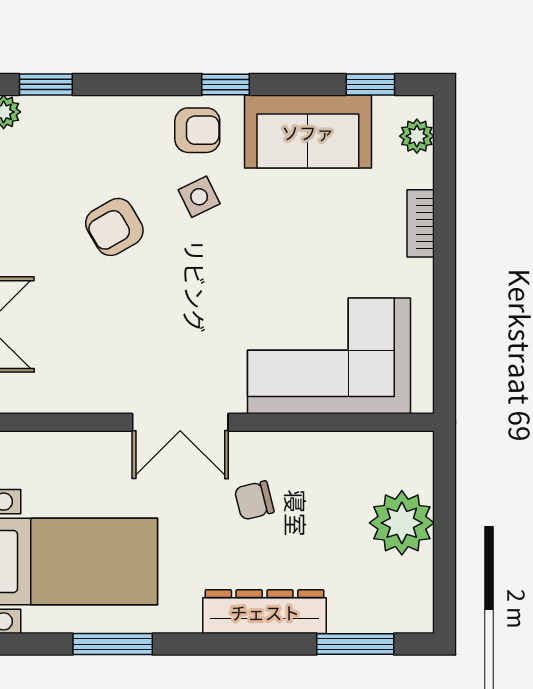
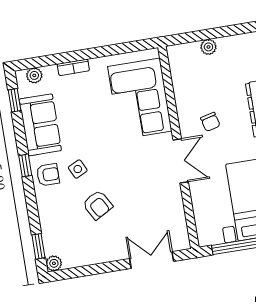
armchair: (197, 130) -> (48, 175), turned 90
plant: (402, 523) -> (208, 47), width x0.53, depth x0.53

